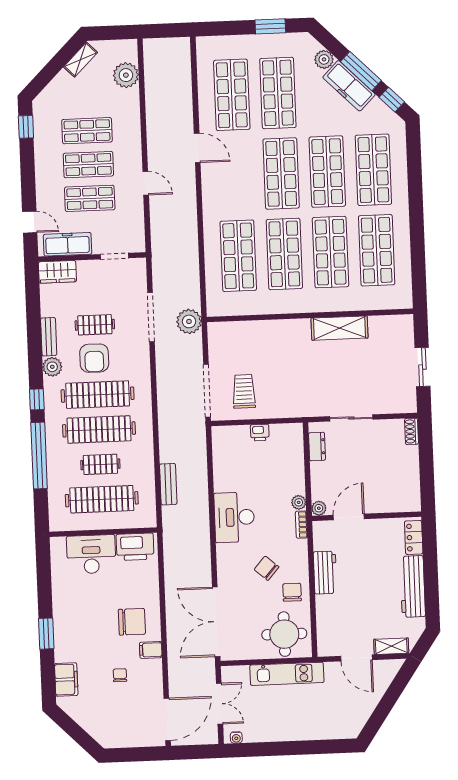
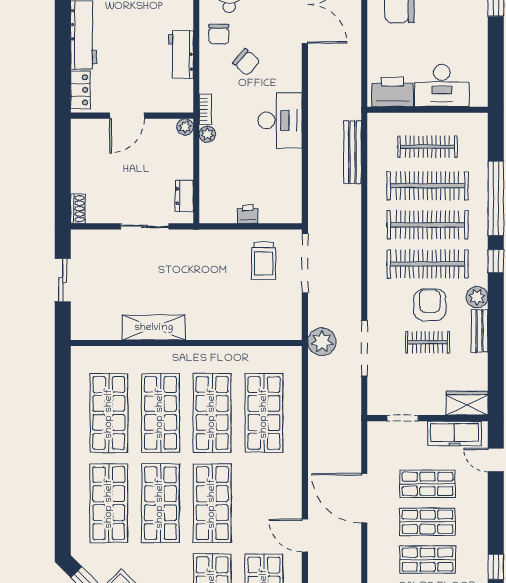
door: (146, 183) -> (364, 498), width x1.87
clothes rail: (100, 464) -> (428, 186), width x1.86, depth x1.31
bench: (168, 484) -> (352, 152), width x1.36
clothes rail: (102, 499) -> (428, 147), width x0.73, depth x0.76
door: (349, 517) -> (127, 116), moved

